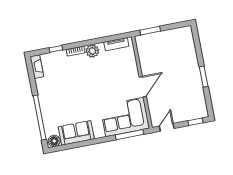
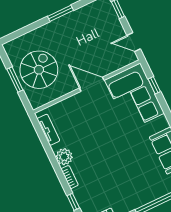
window: (150, 31) -> (15, 80), moved
spiral stairs: (164, 49) -> (39, 70), added
window: (130, 135) -> (154, 85), width x0.46

